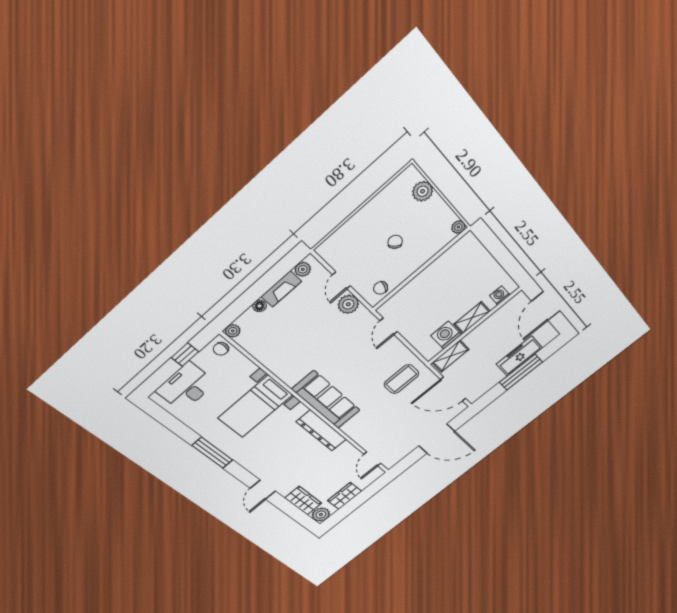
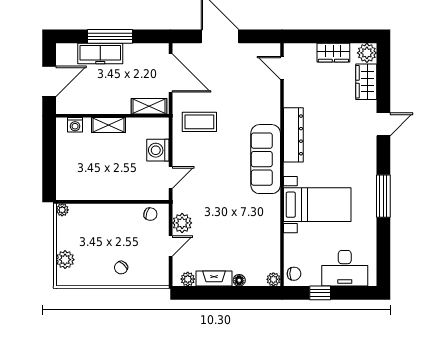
chair: (395, 242) -> (121, 268), moved
washing machine: (446, 335) -> (158, 150), moved, turned 90
door: (372, 459) -> (282, 68), swing flipped

